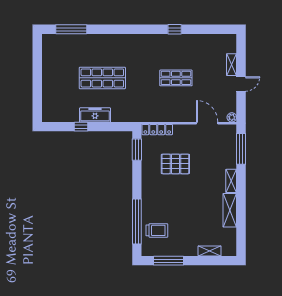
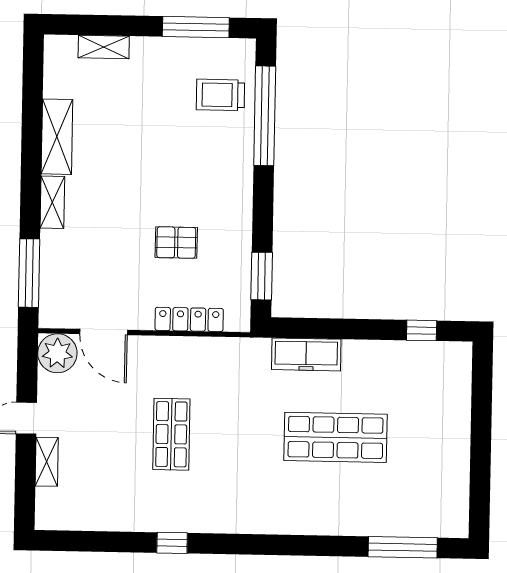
shop shelf: (176, 78) -> (171, 434), turned 90
freezer: (95, 115) -> (306, 354), moved
plant: (232, 117) -> (57, 353), width x1.88, depth x1.88
window: (81, 127) -> (422, 330), moved
locker: (157, 130) -> (189, 319), moved
pallet: (175, 164) -> (176, 243), width x0.67, depth x0.71

